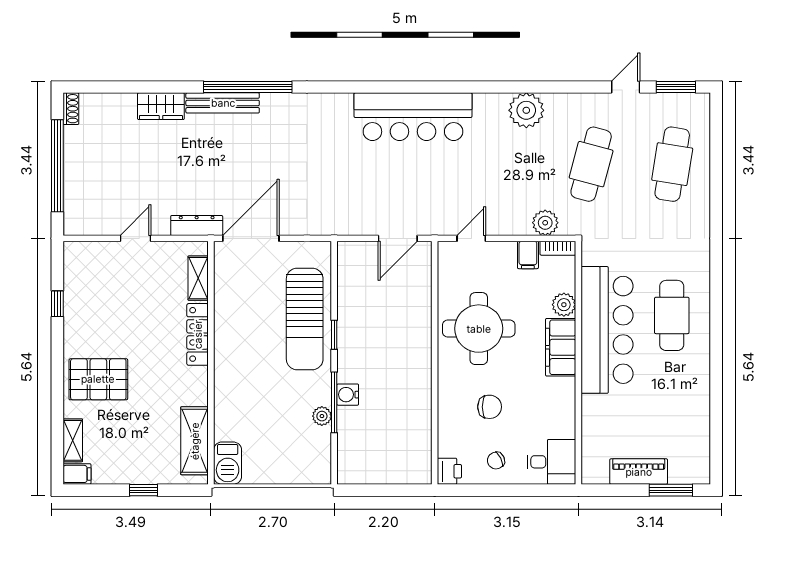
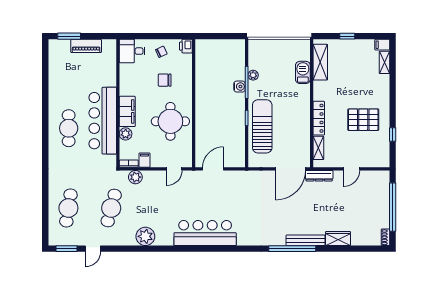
pallet: (98, 379) -> (363, 120), moved
barbecue: (228, 463) -> (303, 72), moved

